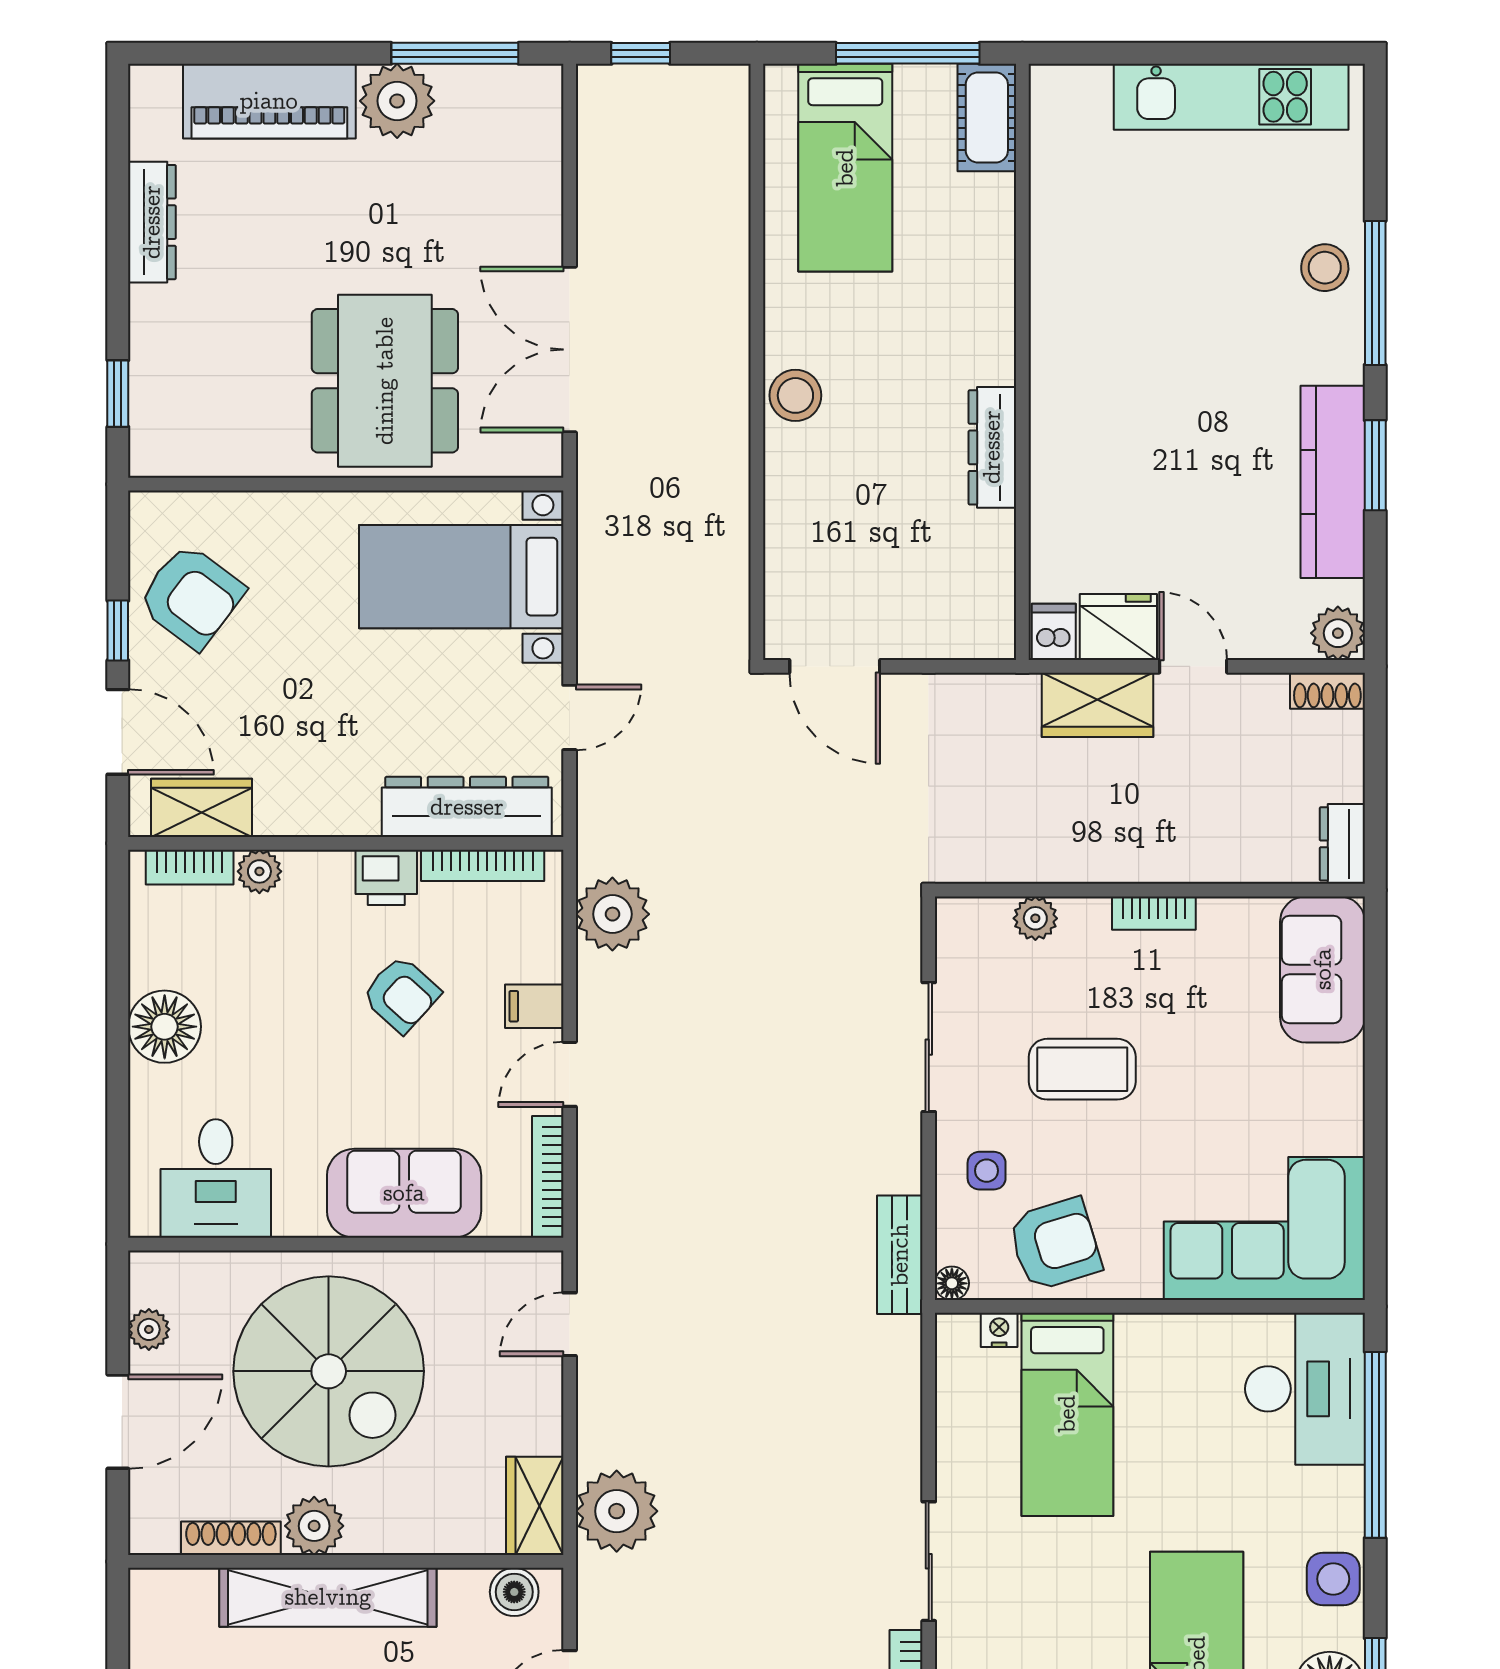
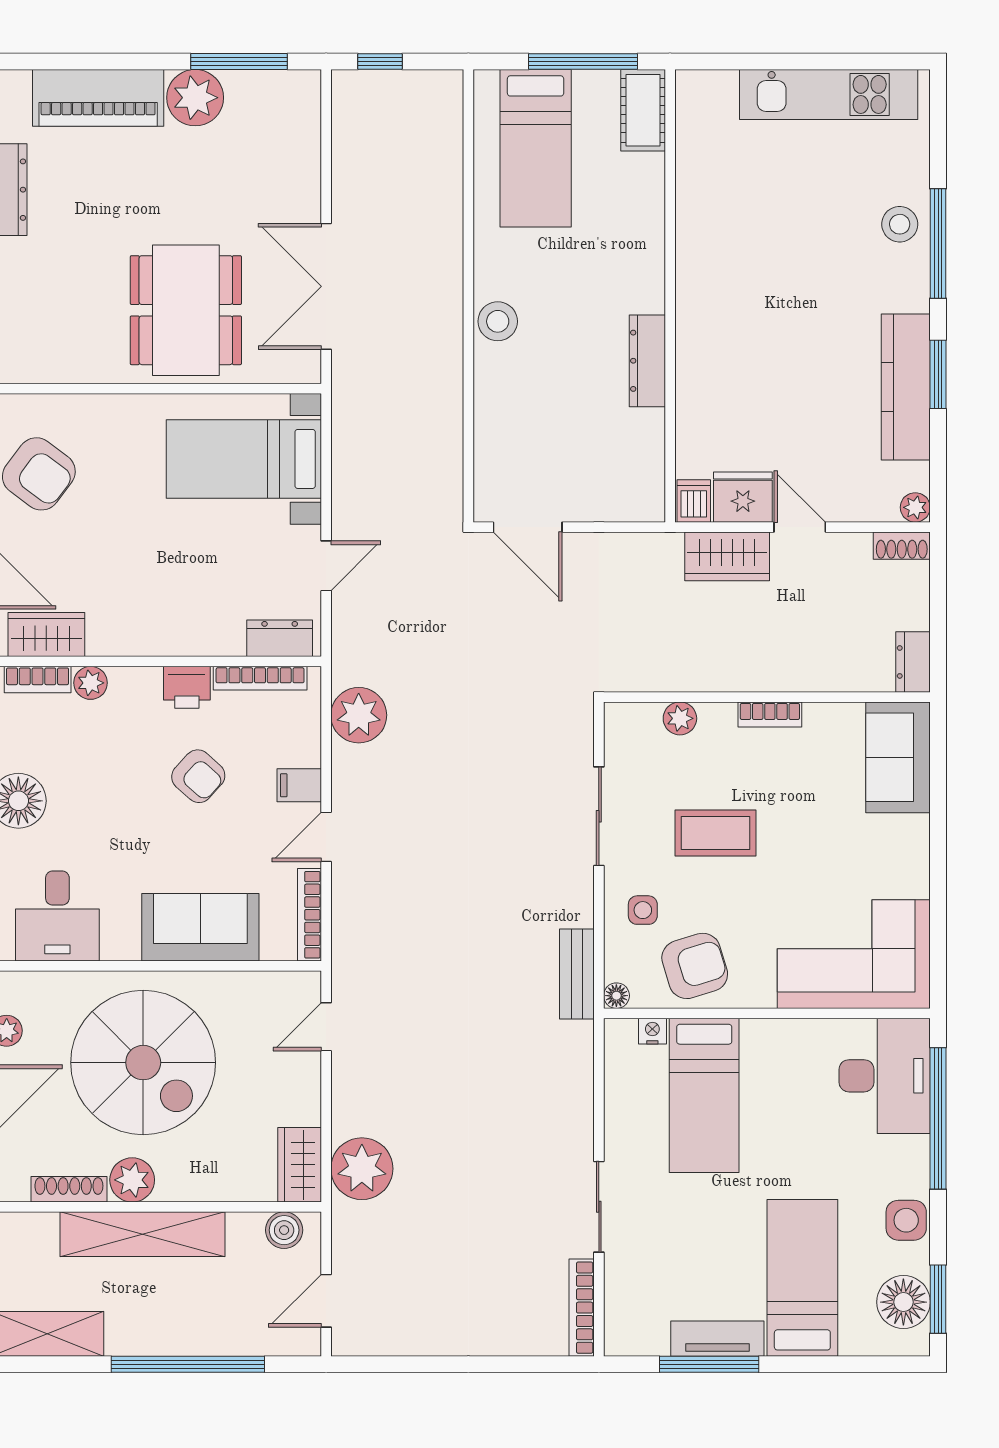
plant: (1338, 633) -> (915, 507), width x0.73, depth x0.73
dresser: (467, 807) -> (280, 638), width x0.51, depth x0.80

